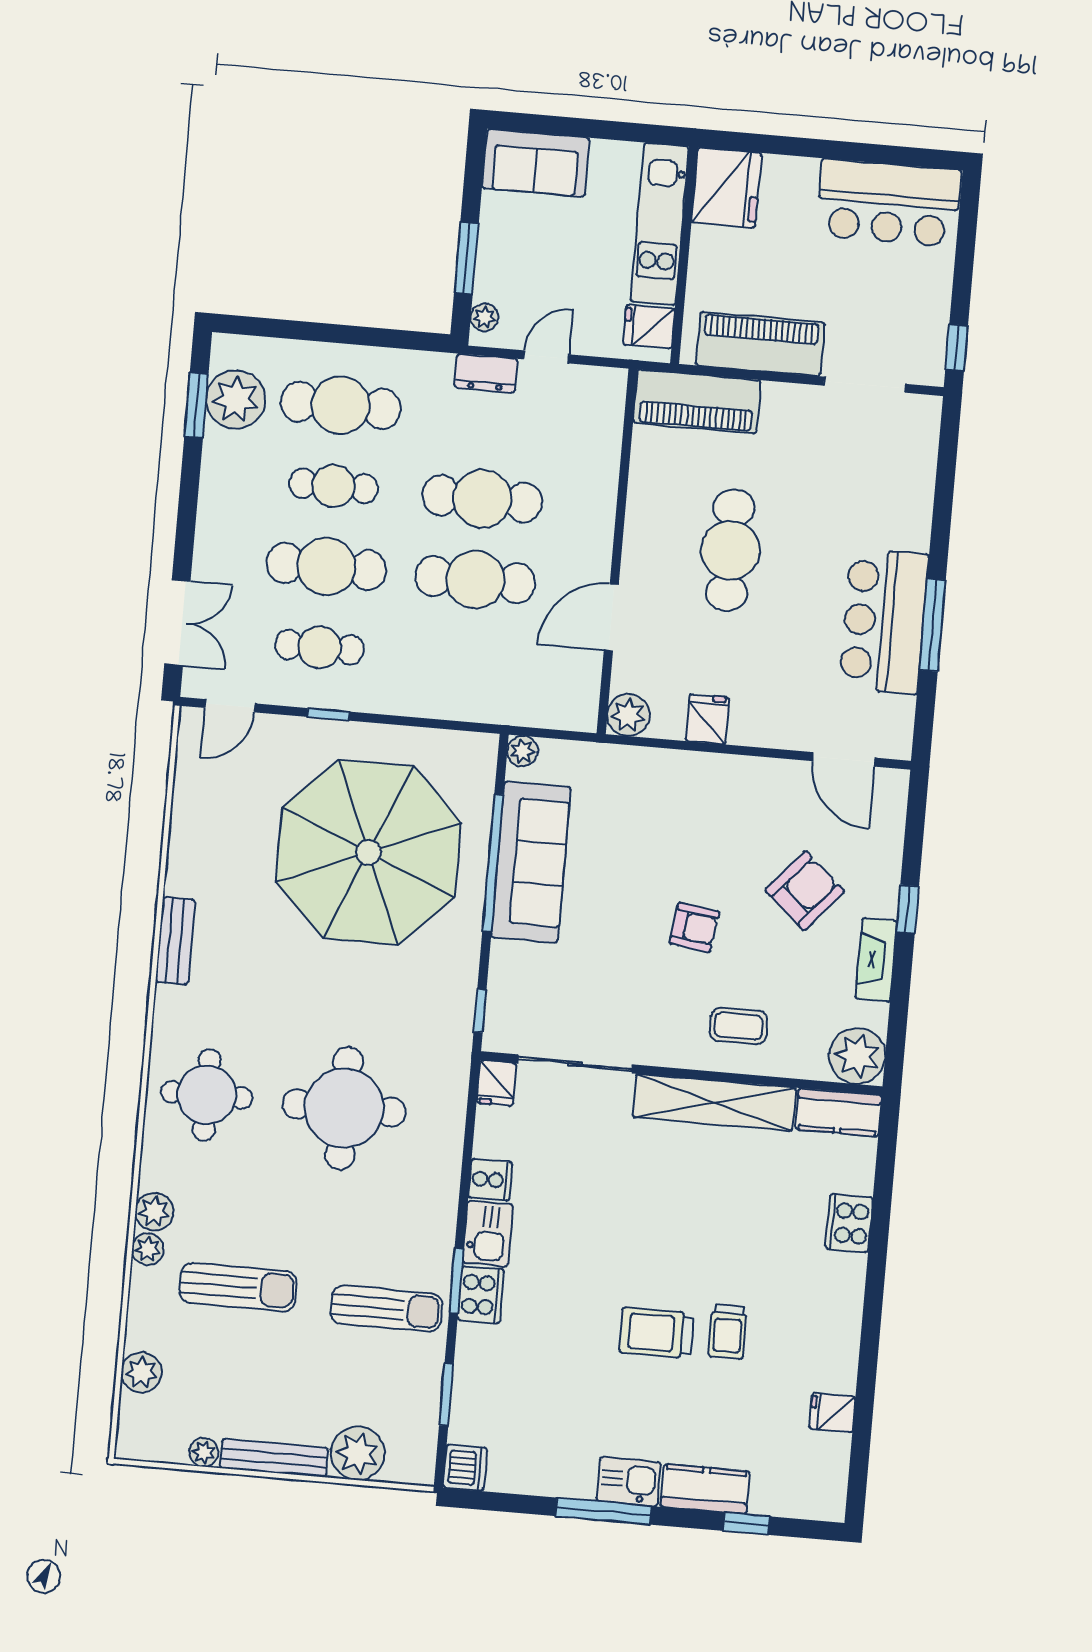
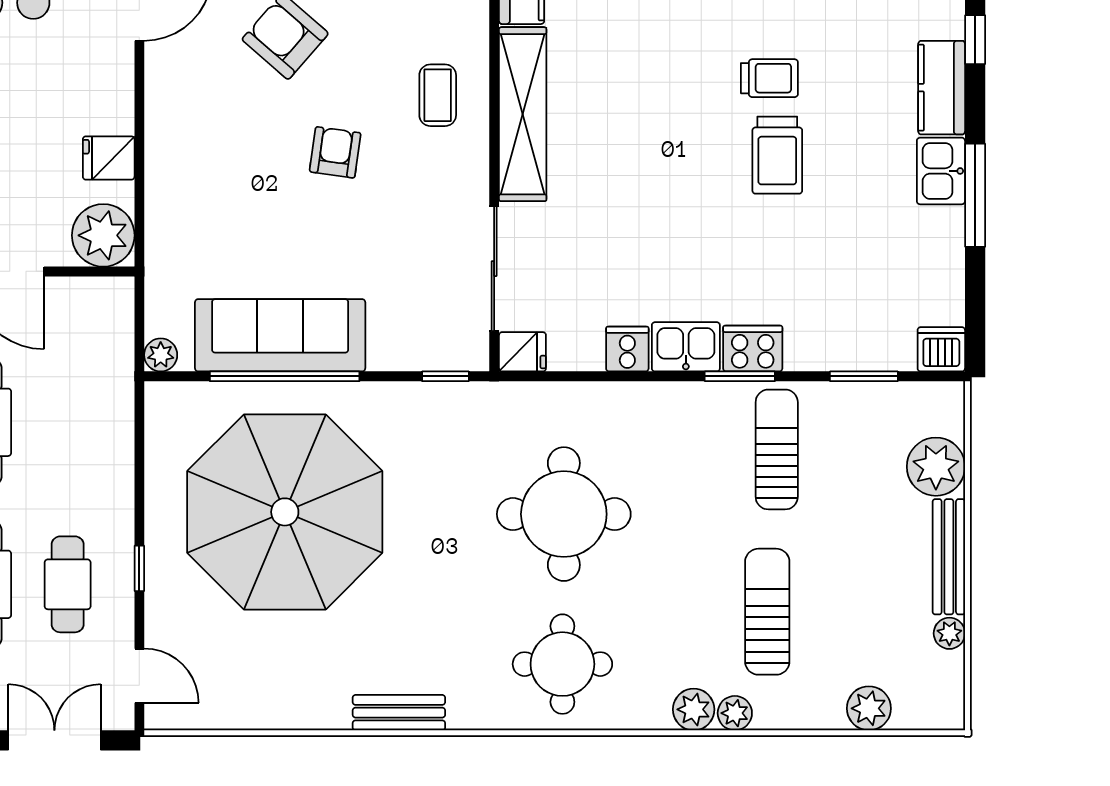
plant: (628, 715) -> (103, 235), width x1.36, depth x1.36

